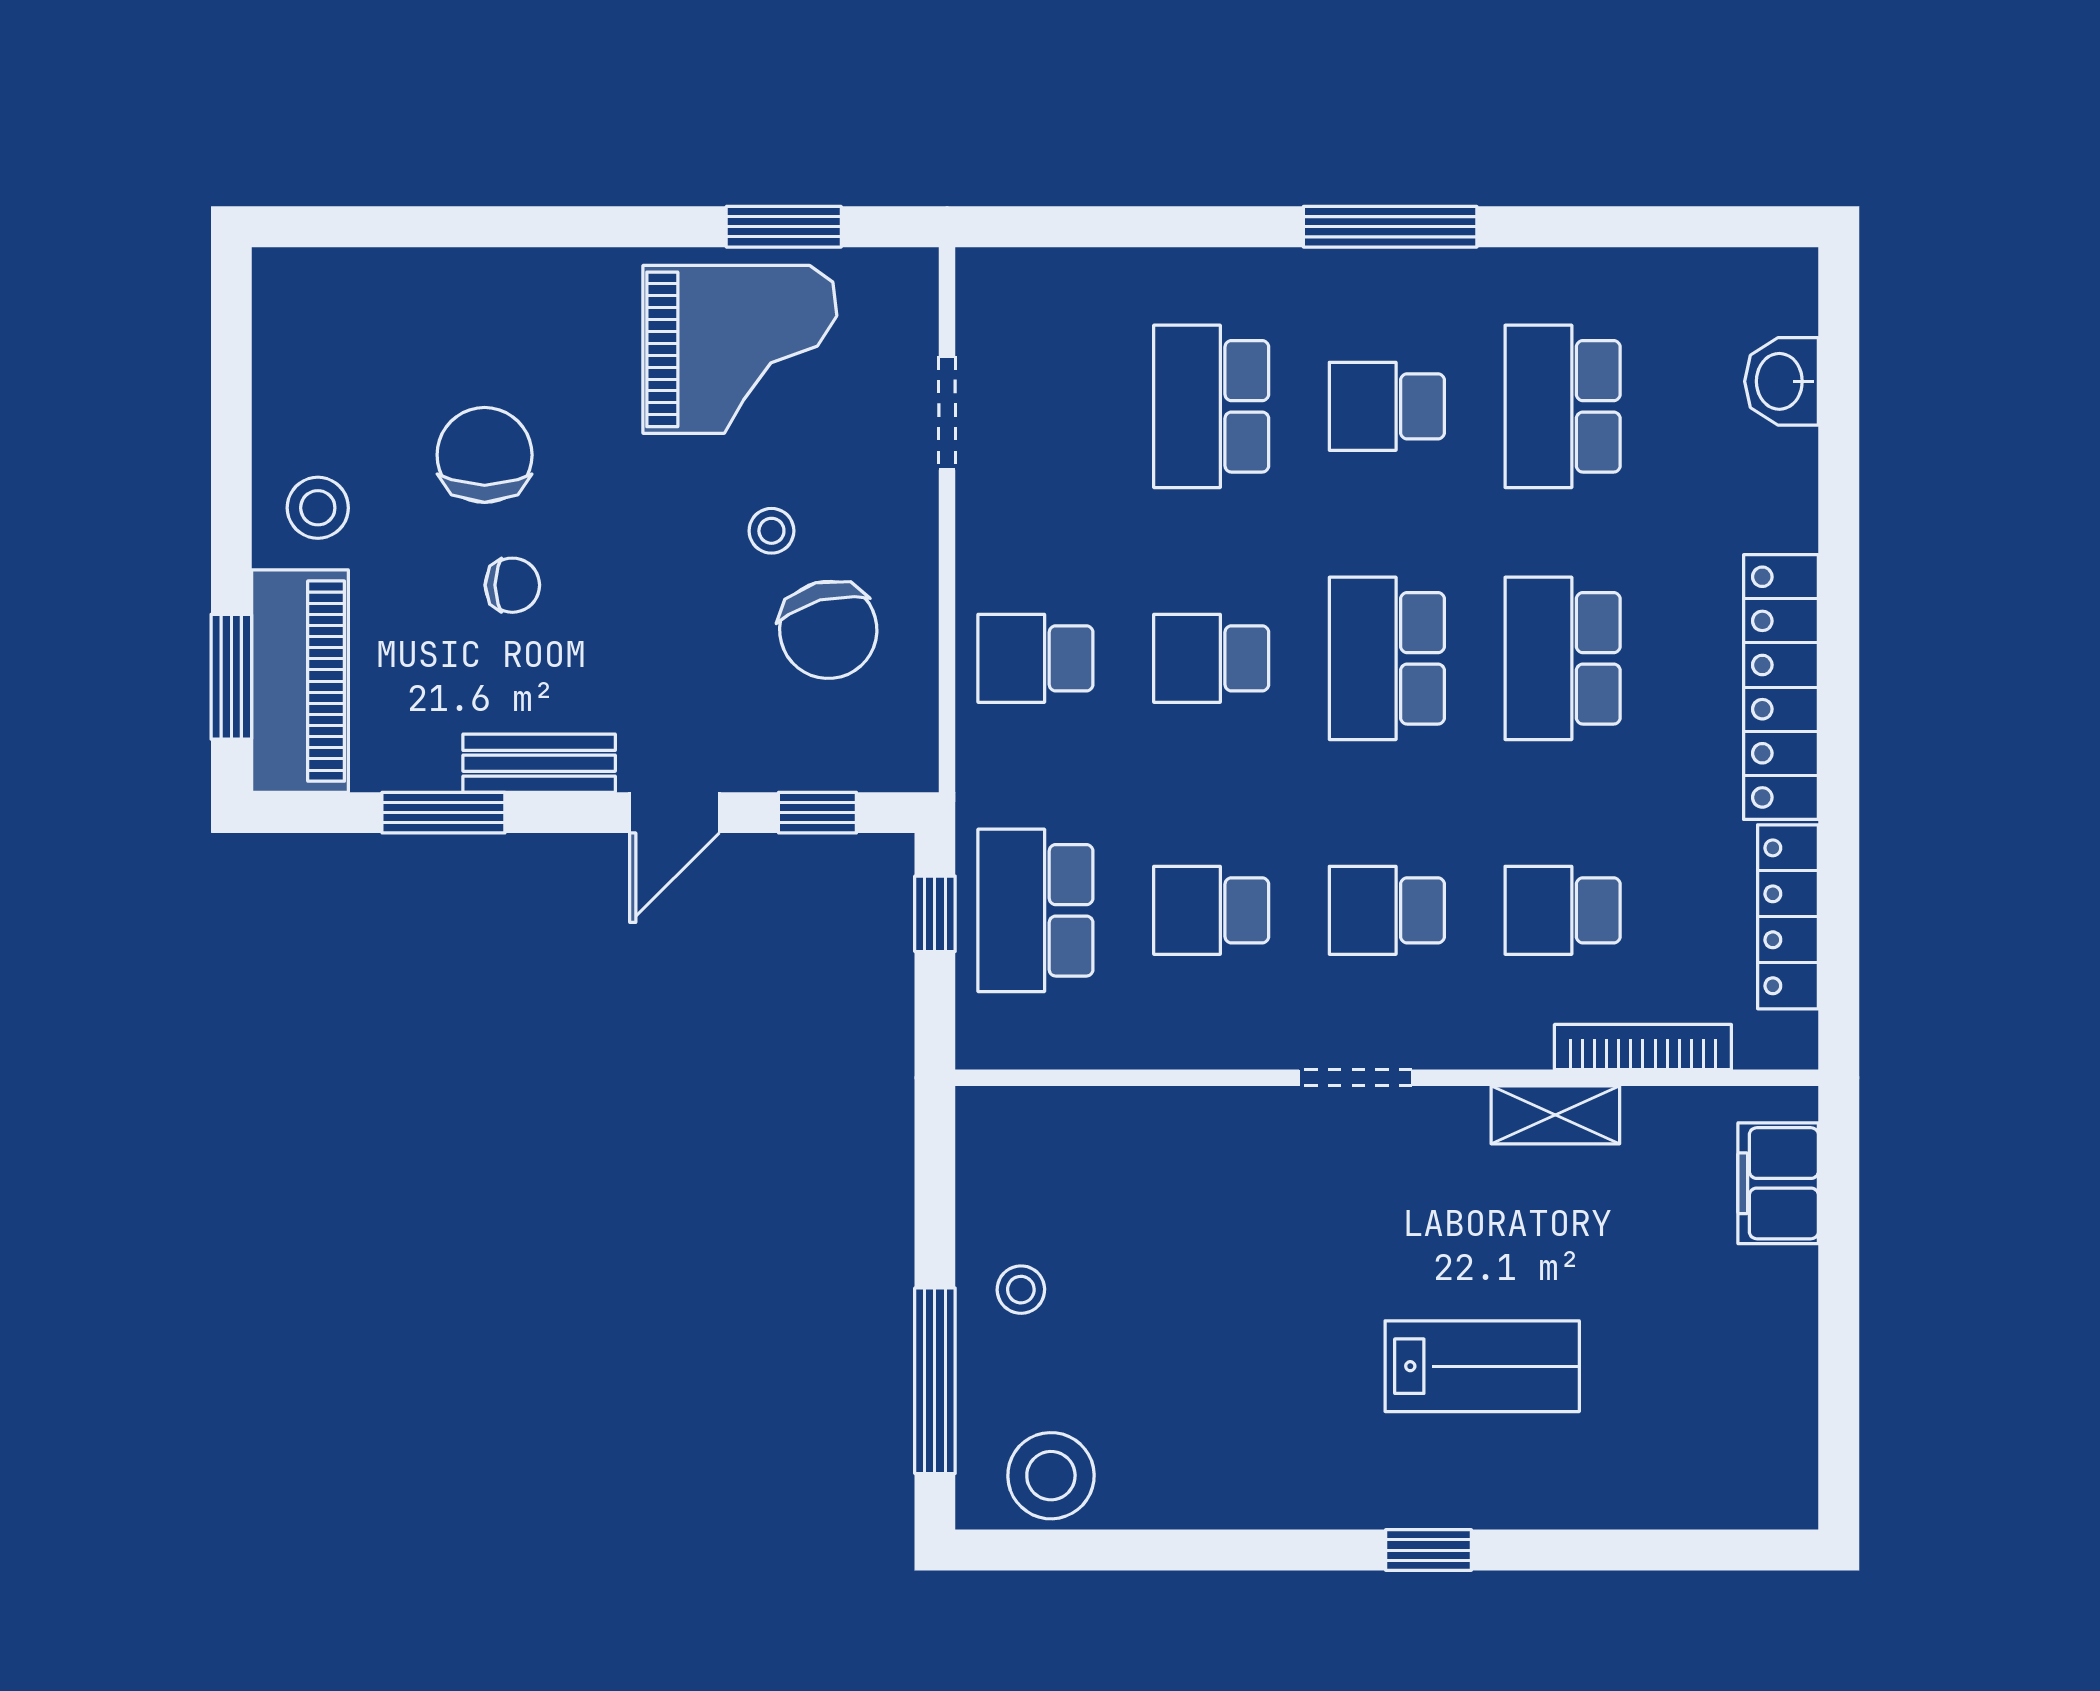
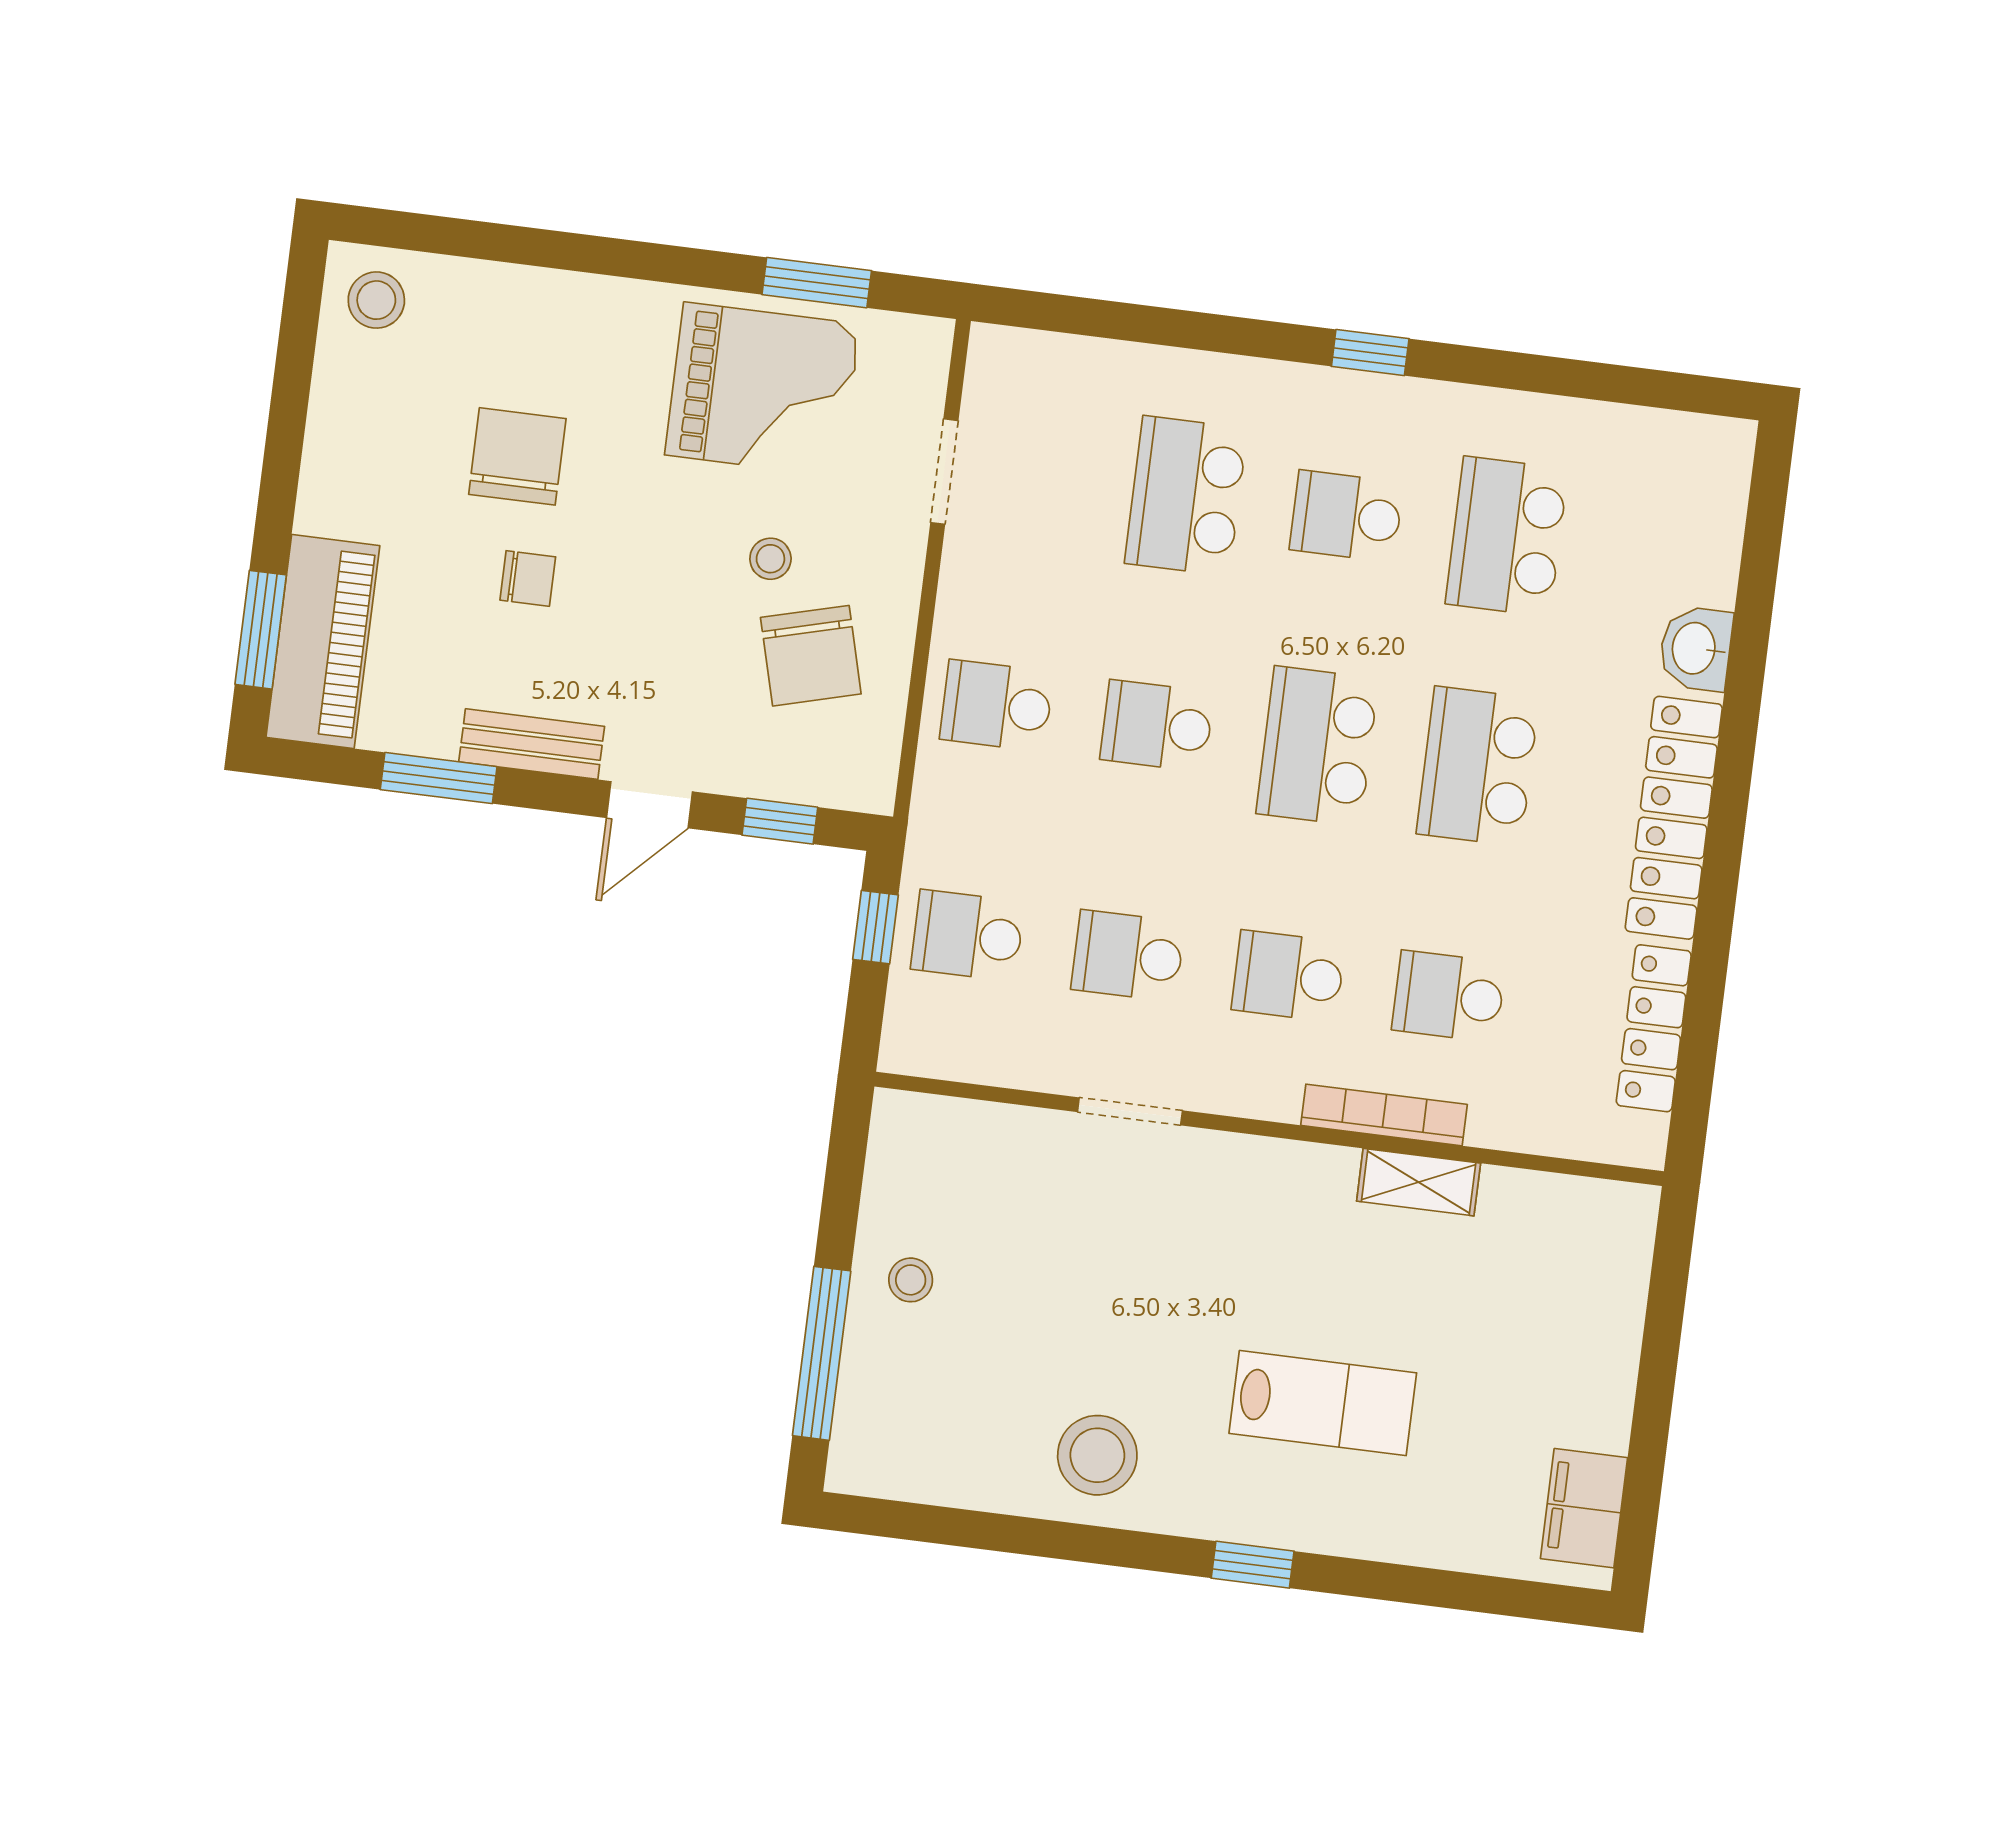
window: (1390, 227) -> (1370, 353), width x0.46
washbasin: (1782, 381) -> (1696, 649), moved
stool: (318, 508) -> (376, 300), moved
school desk: (1035, 910) -> (968, 936), width x0.54
bookcase: (1643, 1047) -> (1384, 1115), moved
doorway: (1356, 1078) -> (1130, 1111), moved
filing cabinet: (1778, 1183) -> (1584, 1508), moved
stool: (1051, 1476) -> (1097, 1455), moved

